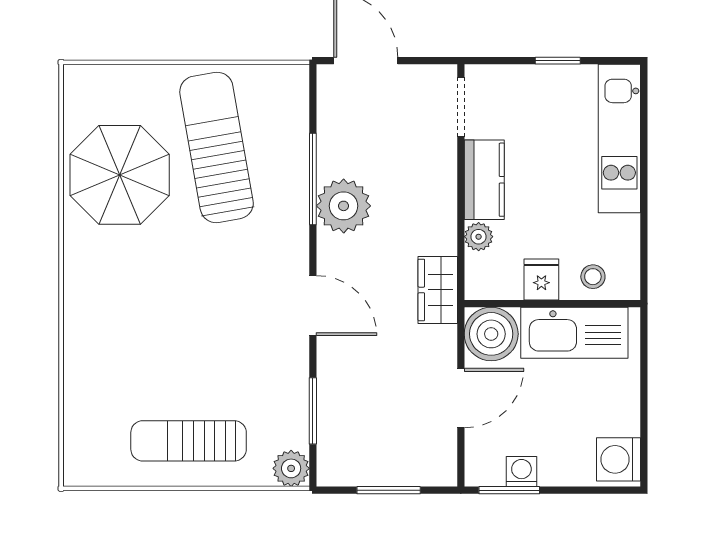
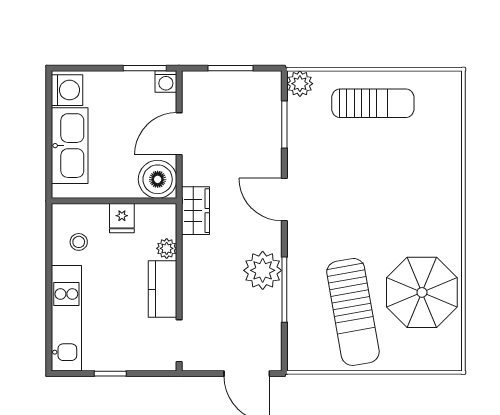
stool: (593, 277) -> (79, 242), moved
kitchen sink: (574, 333) -> (70, 146), moved, turned 90
washing machine: (521, 471) -> (166, 81), moved

